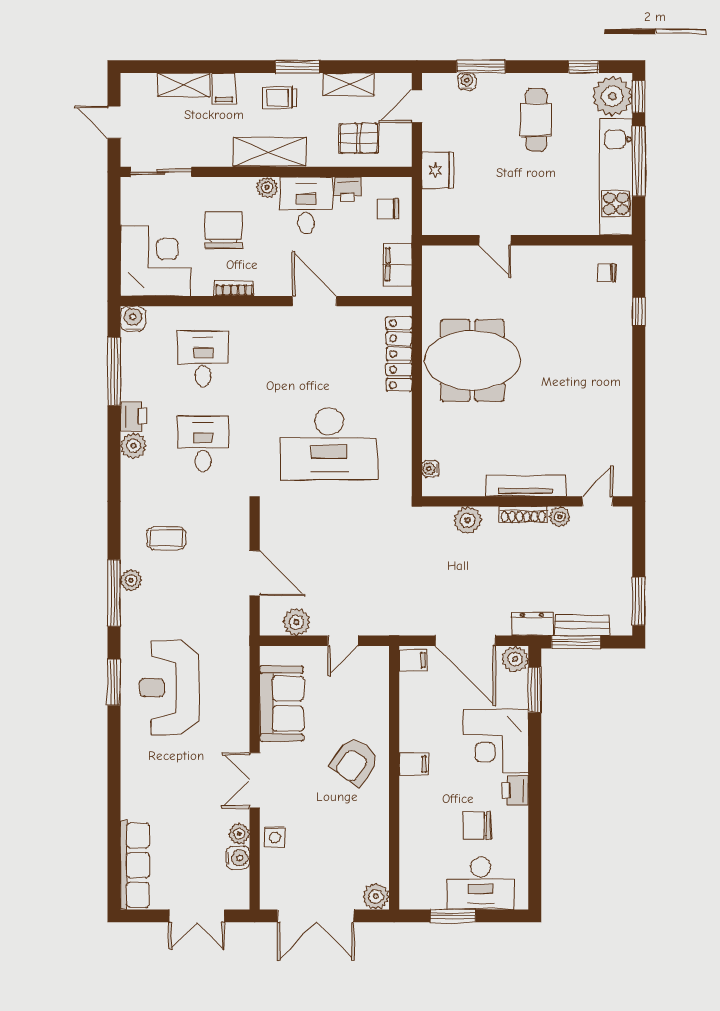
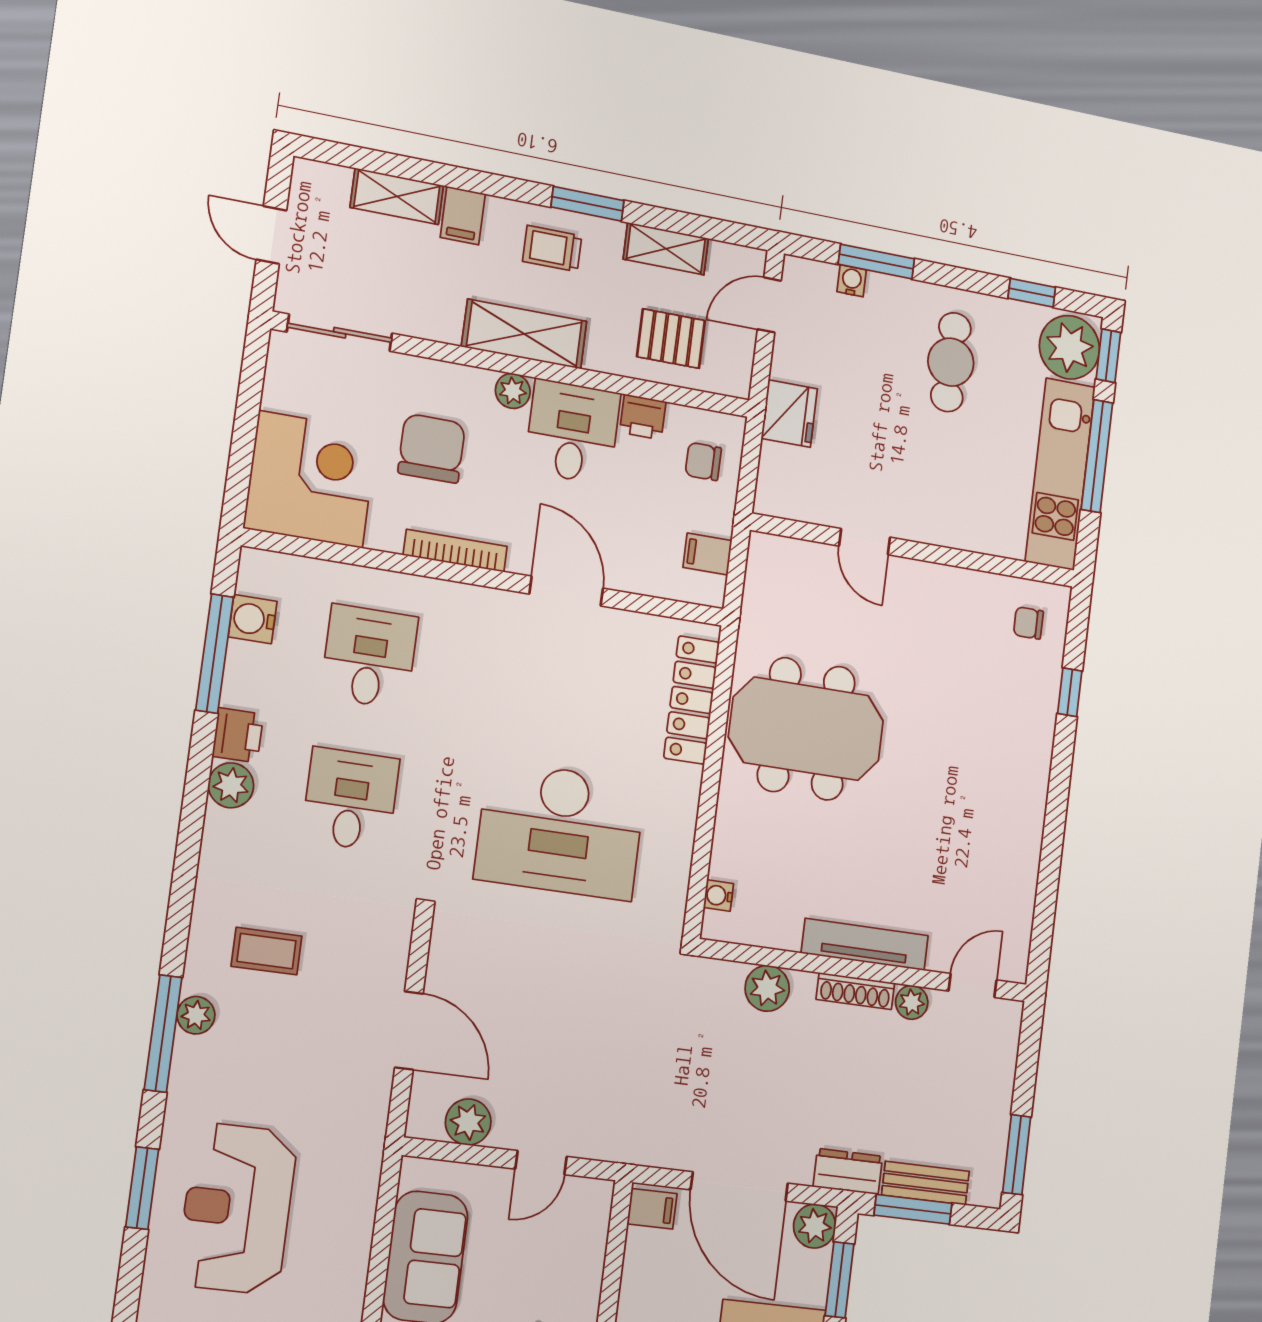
filing cabinet: (398, 264) -> (707, 554), width x0.50
bookcase: (234, 288) -> (455, 551), width x1.56
water cooler: (133, 319) -> (253, 619), moved, turned -90

